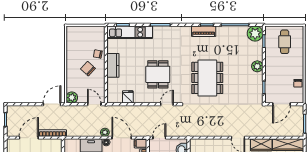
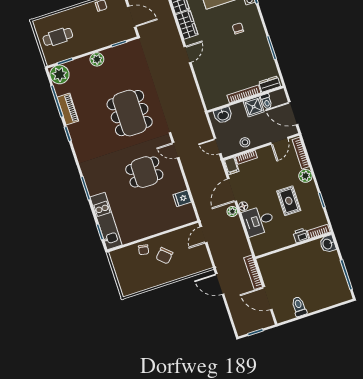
piano: (204, 31) -> (68, 109), moved
kitchen counter: (113, 65) -> (151, 228), removed
dining table: (207, 78) -> (130, 113), turned 90
plant: (72, 98) -> (204, 263), removed

